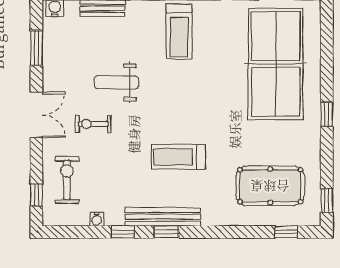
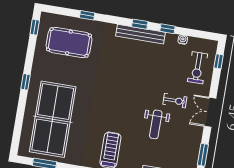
weight bench: (116, 83) -> (156, 124), turned 90
treadmill: (178, 157) -> (124, 71), removed
window: (286, 232) -> (87, 15), moved

